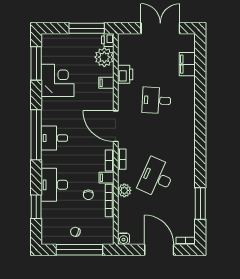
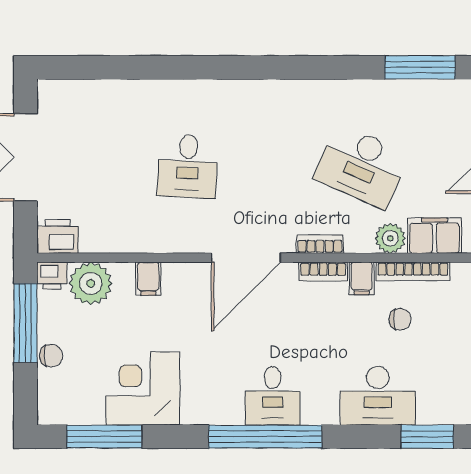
chair: (72, 40) -> (51, 356), added
filing cabinet: (187, 64) -> (434, 236), moved, turned 180
printer: (125, 74) -> (57, 236), moved

